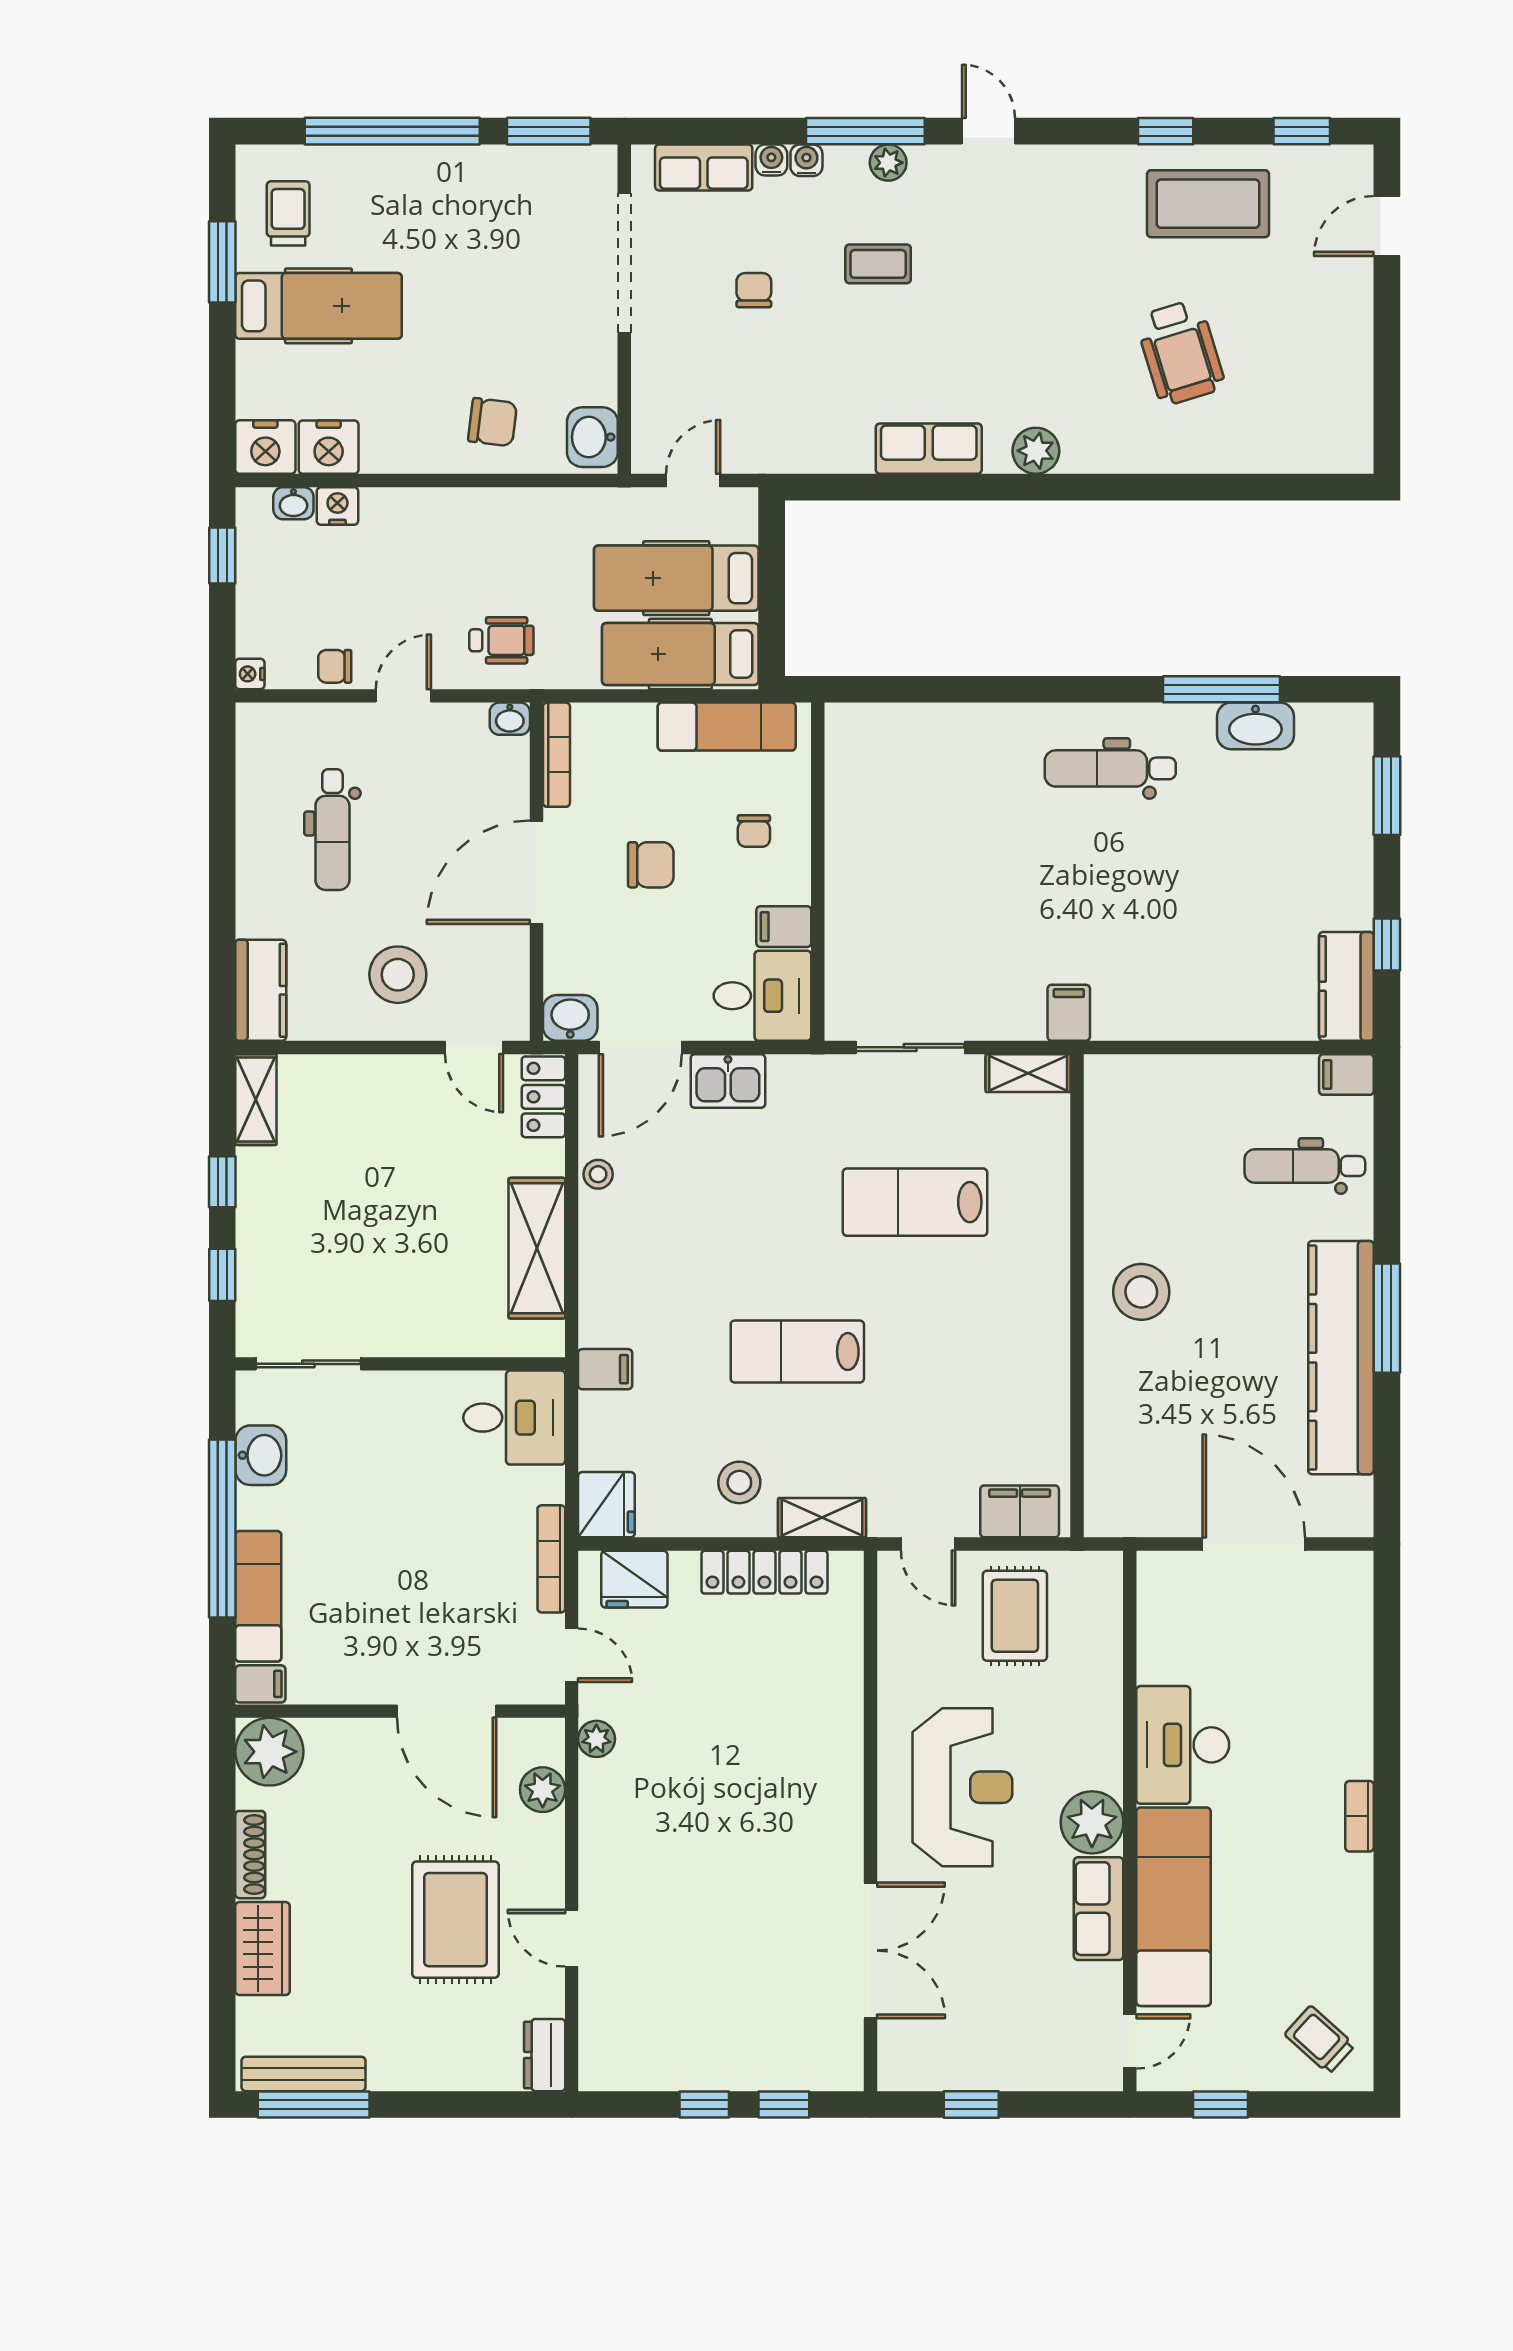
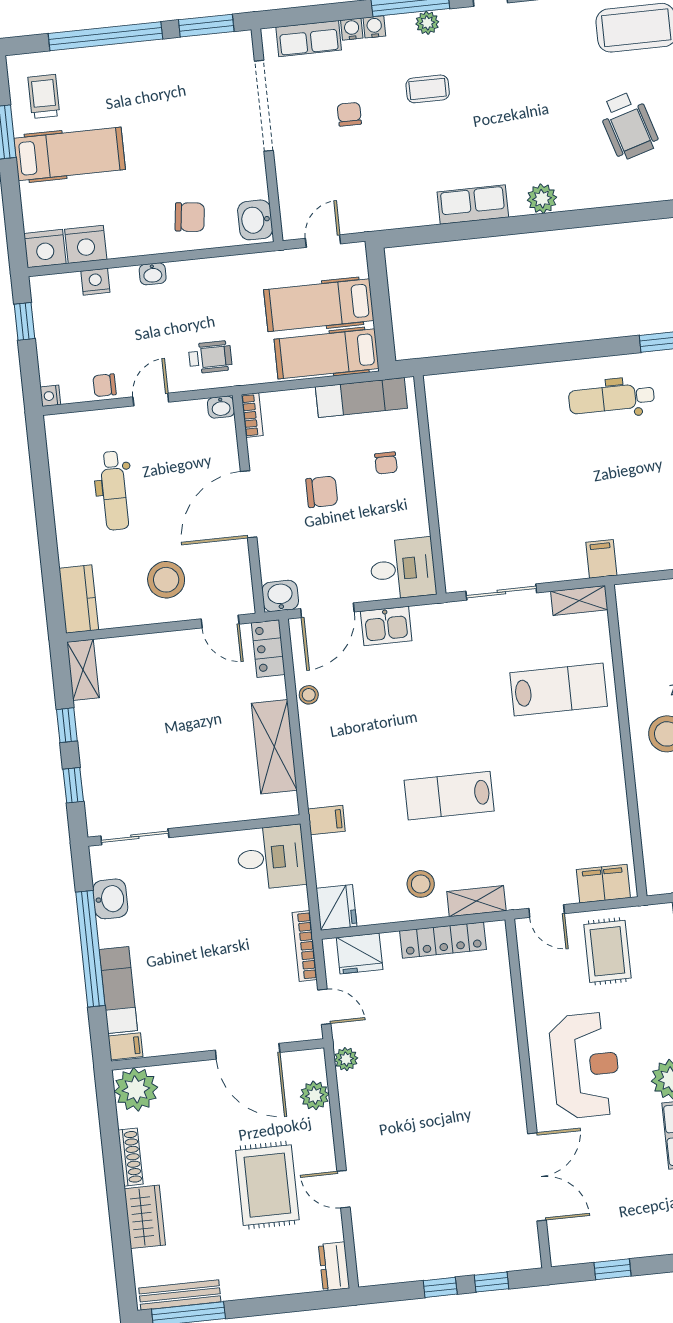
washbasin: (293, 503) -> (153, 274), moved
bookcase: (556, 755) -> (252, 415), width x0.64
filing cabinet: (784, 927) -> (412, 523), removed
lab bench: (915, 1202) -> (559, 690), moved, turned 180

